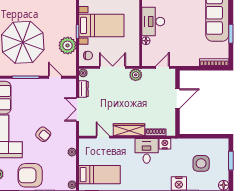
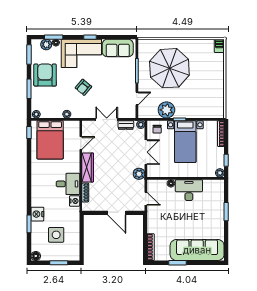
bed: (99, 175) -> (50, 140), width x1.50

